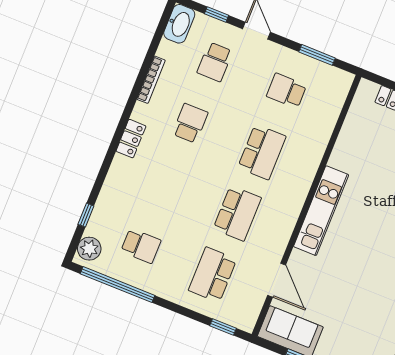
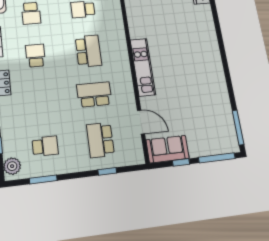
school desk: (237, 213) -> (94, 94), turned -90
window: (118, 285) -> (43, 179), width x0.47
window: (223, 327) -> (107, 171), moved

